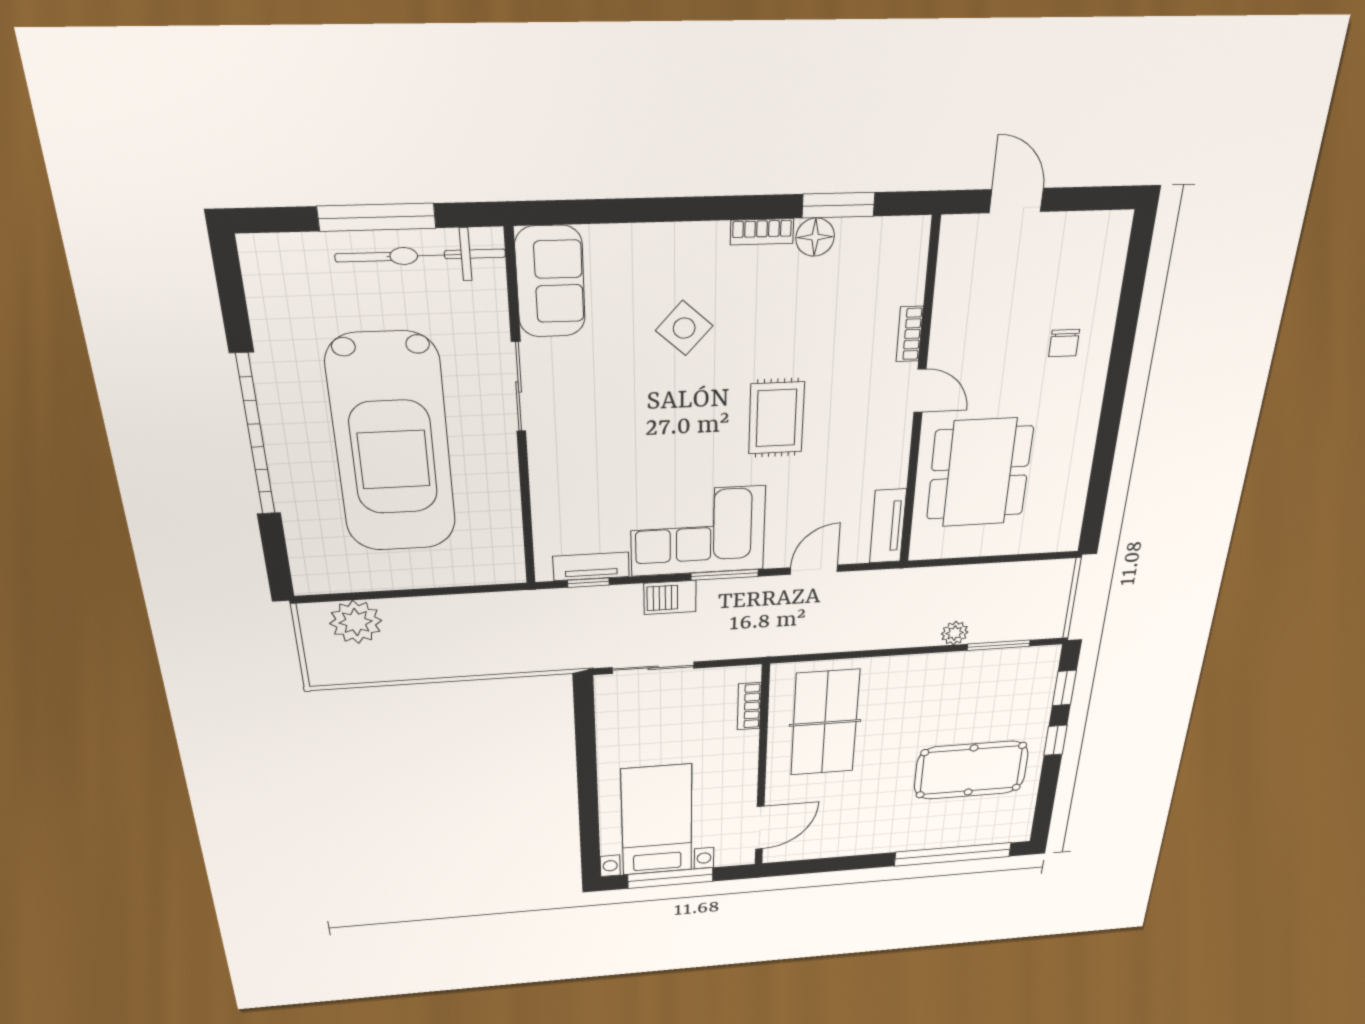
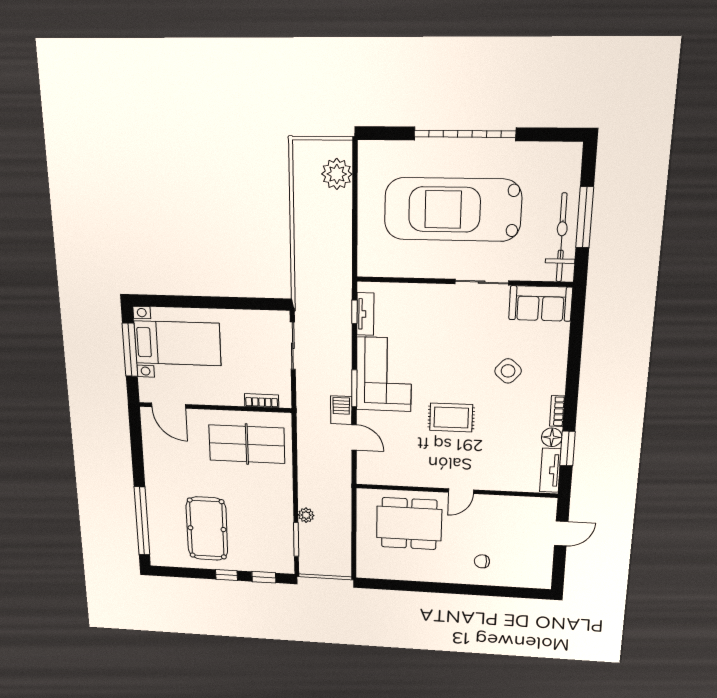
bookcase: (910, 334) -> (494, 485), removed
tv unit: (888, 526) -> (550, 470), moved, turned -90
barbecue: (670, 597) -> (341, 410), moved

